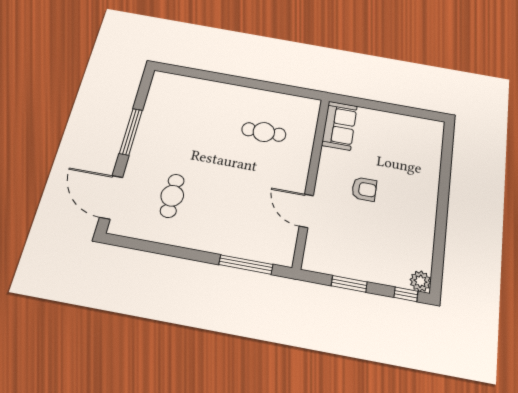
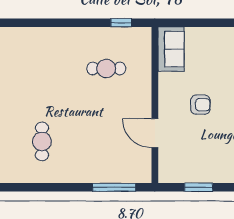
window: (289, 90) -> (121, 23), added

